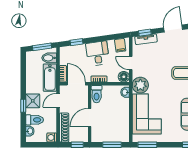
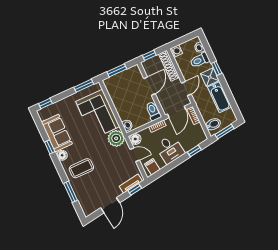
bathtub: (50, 78) -> (219, 97), moved, turned 180
door: (76, 84) -> (177, 112), hinge flipped

